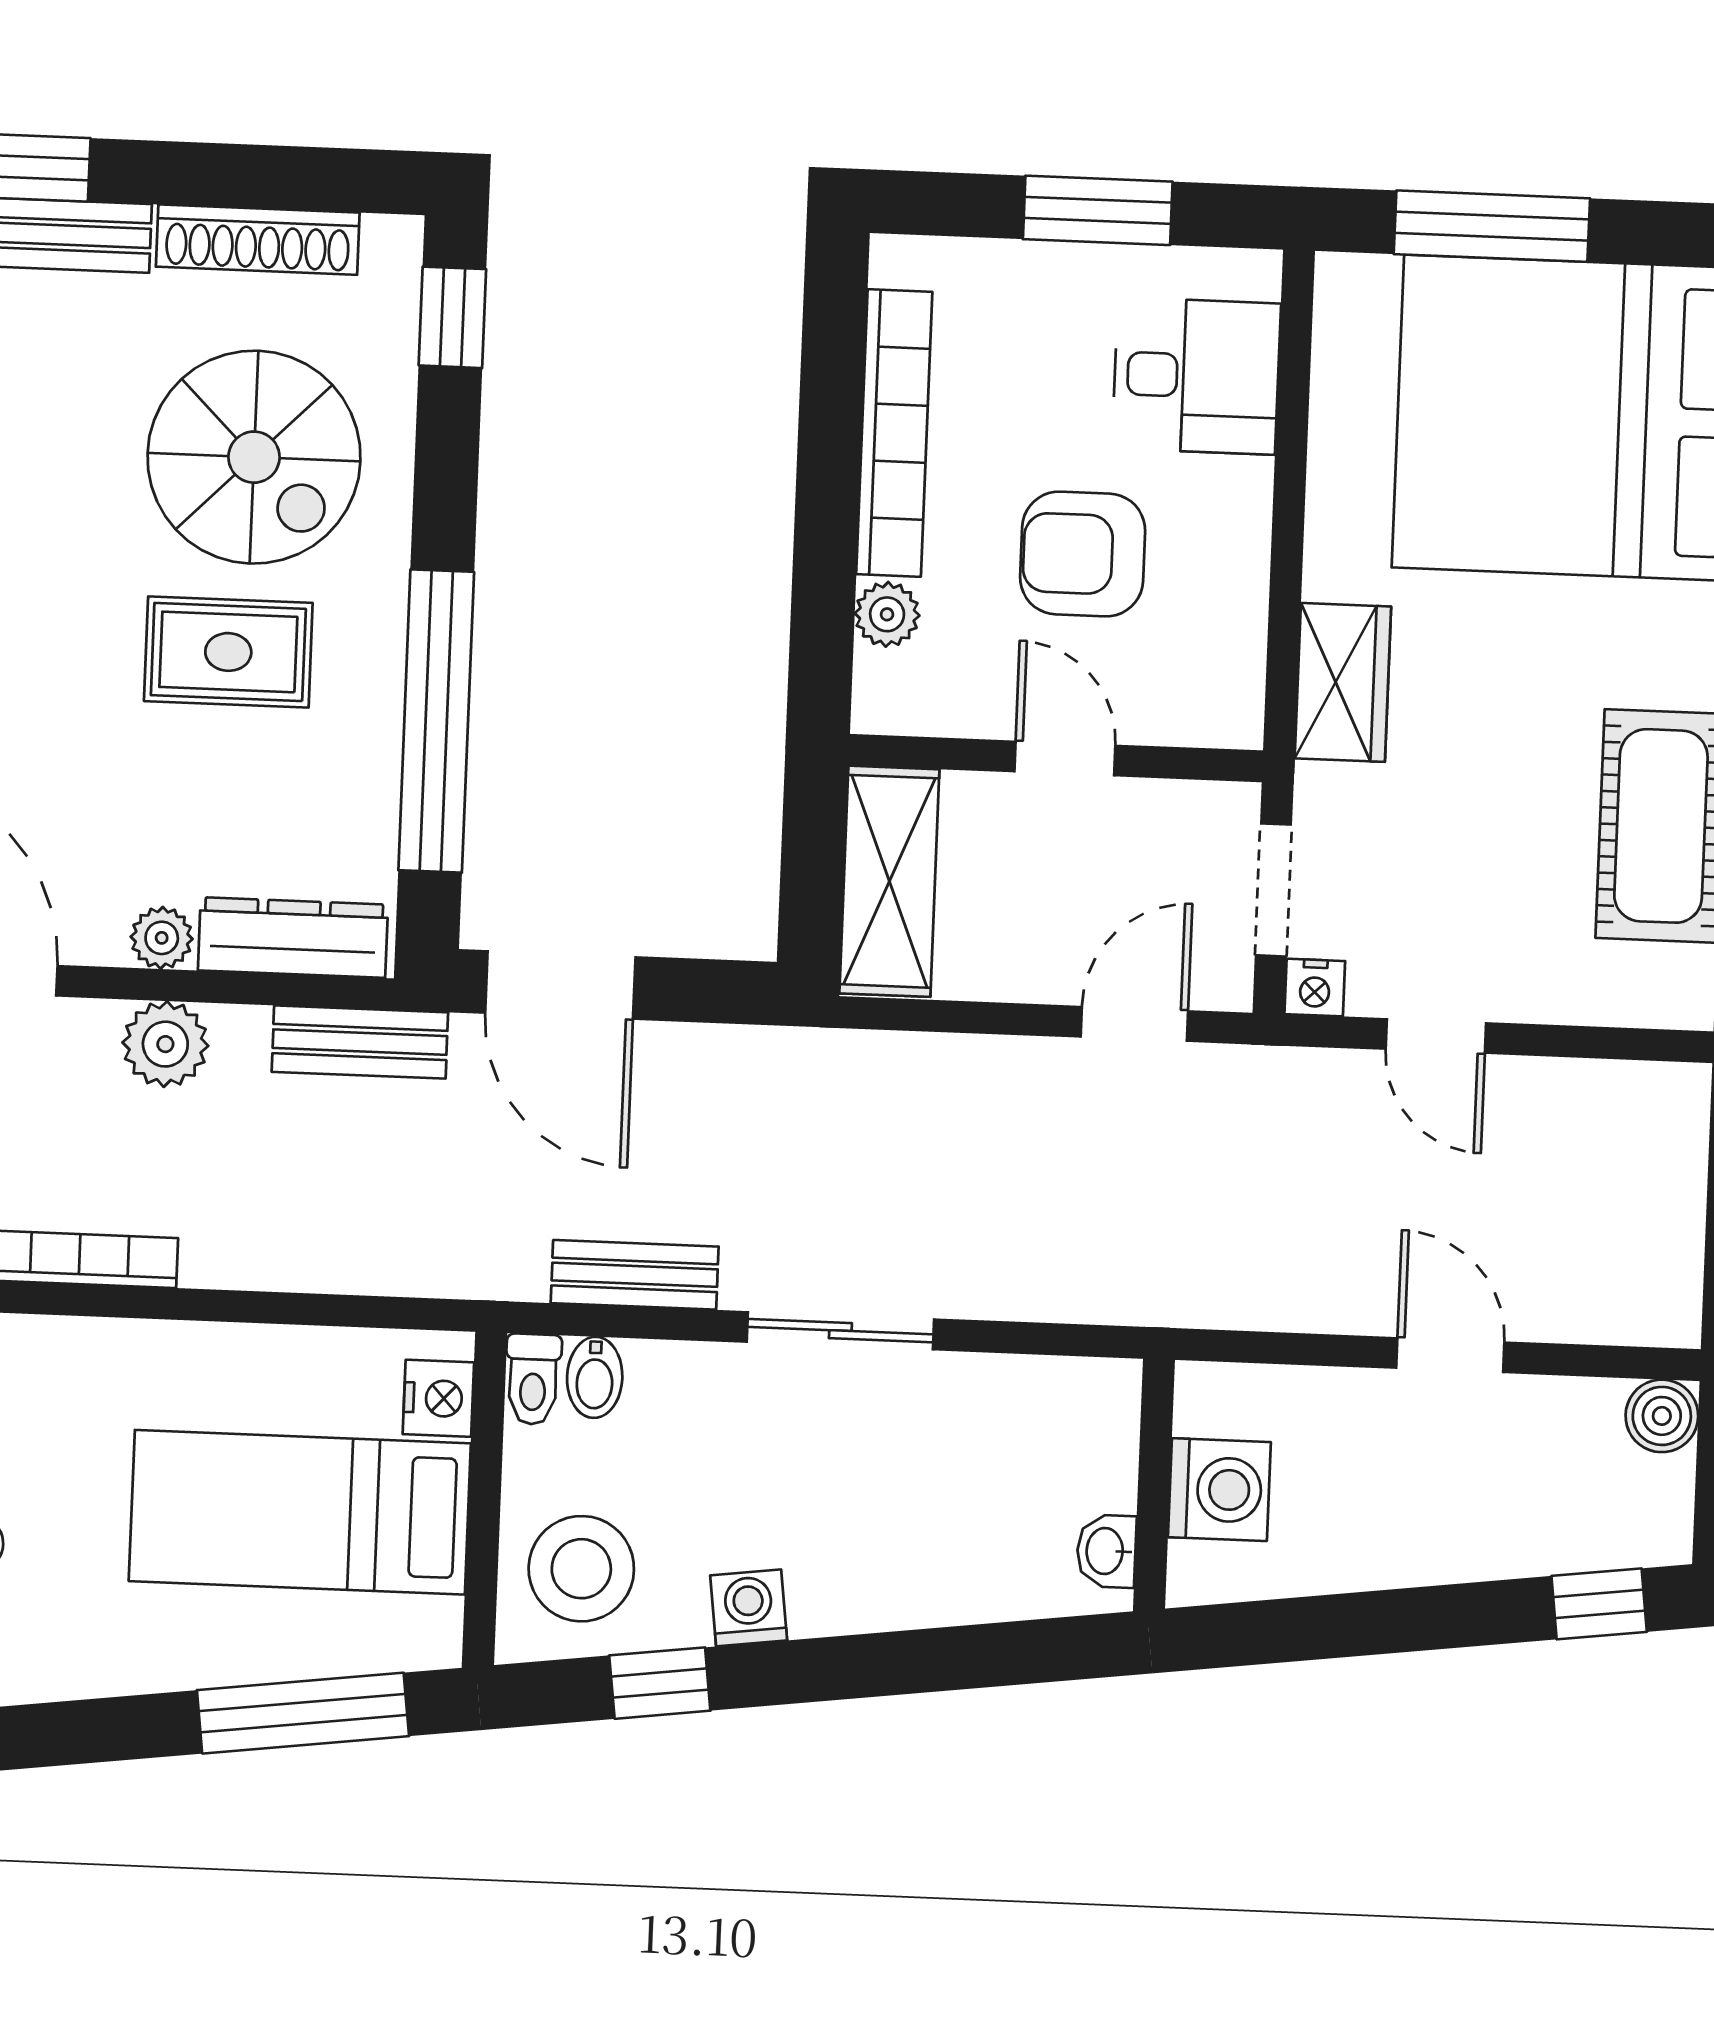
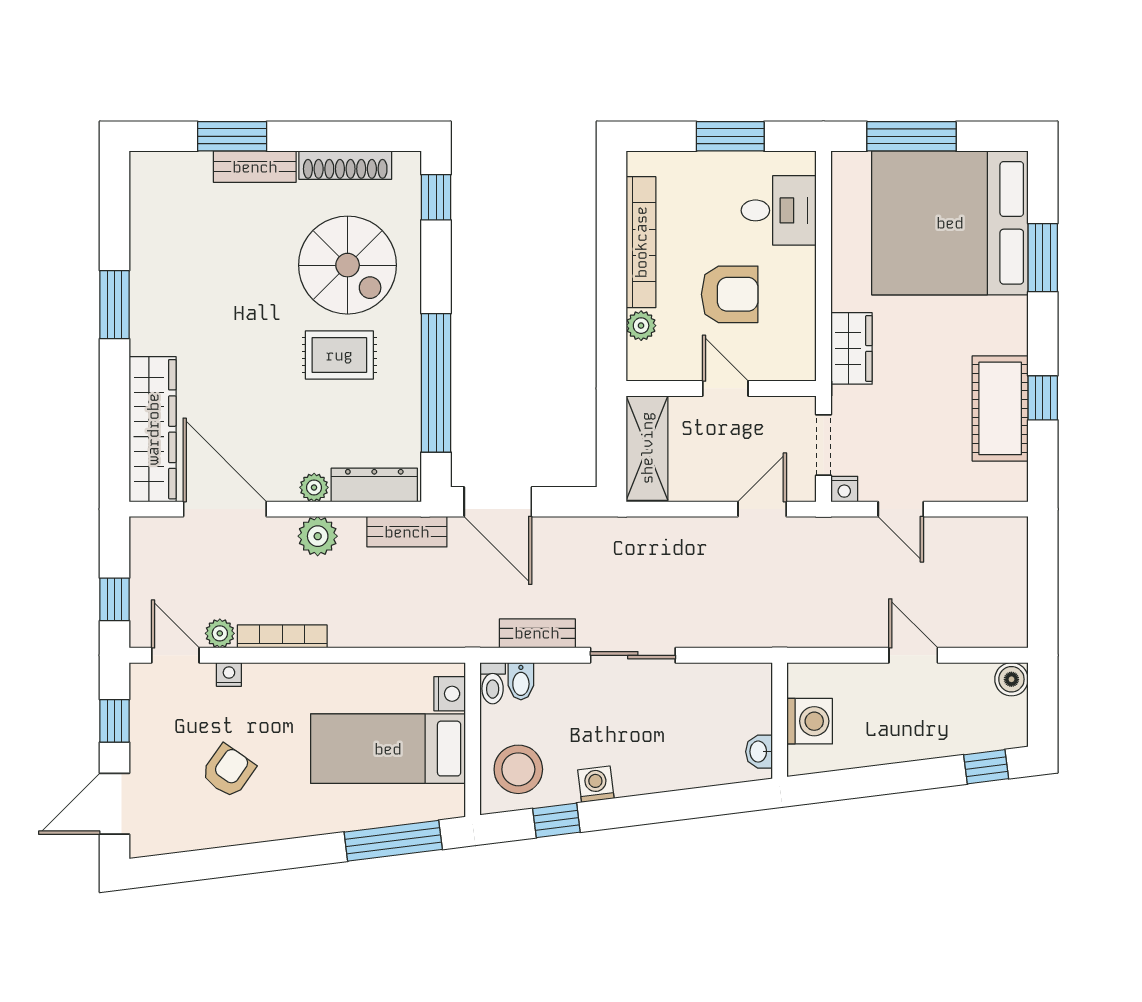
armchair: (1083, 554) -> (730, 294), turned 180

